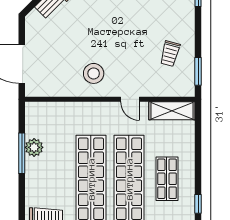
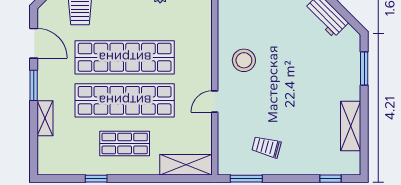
shelving: (172, 111) -> (186, 165), moved, turned 90

